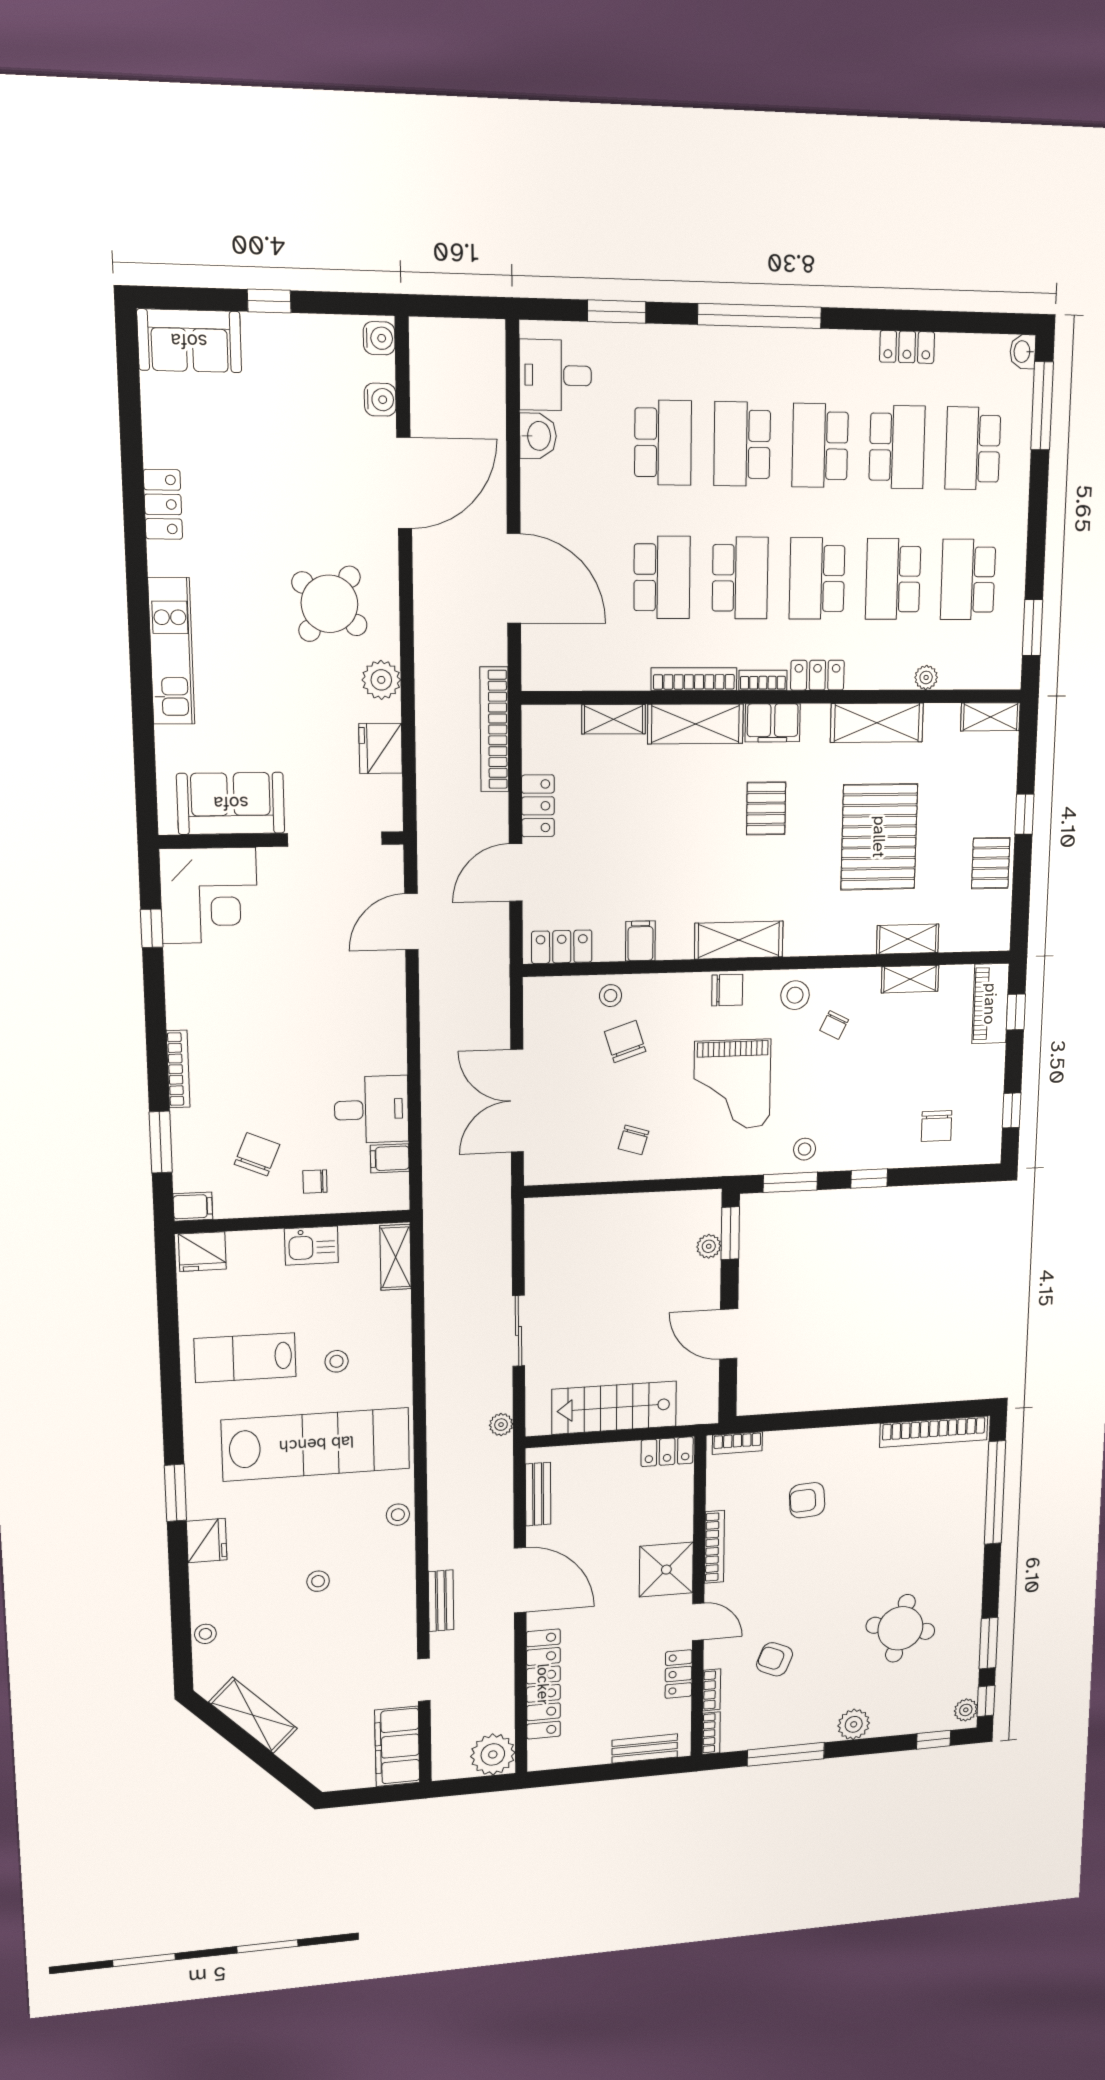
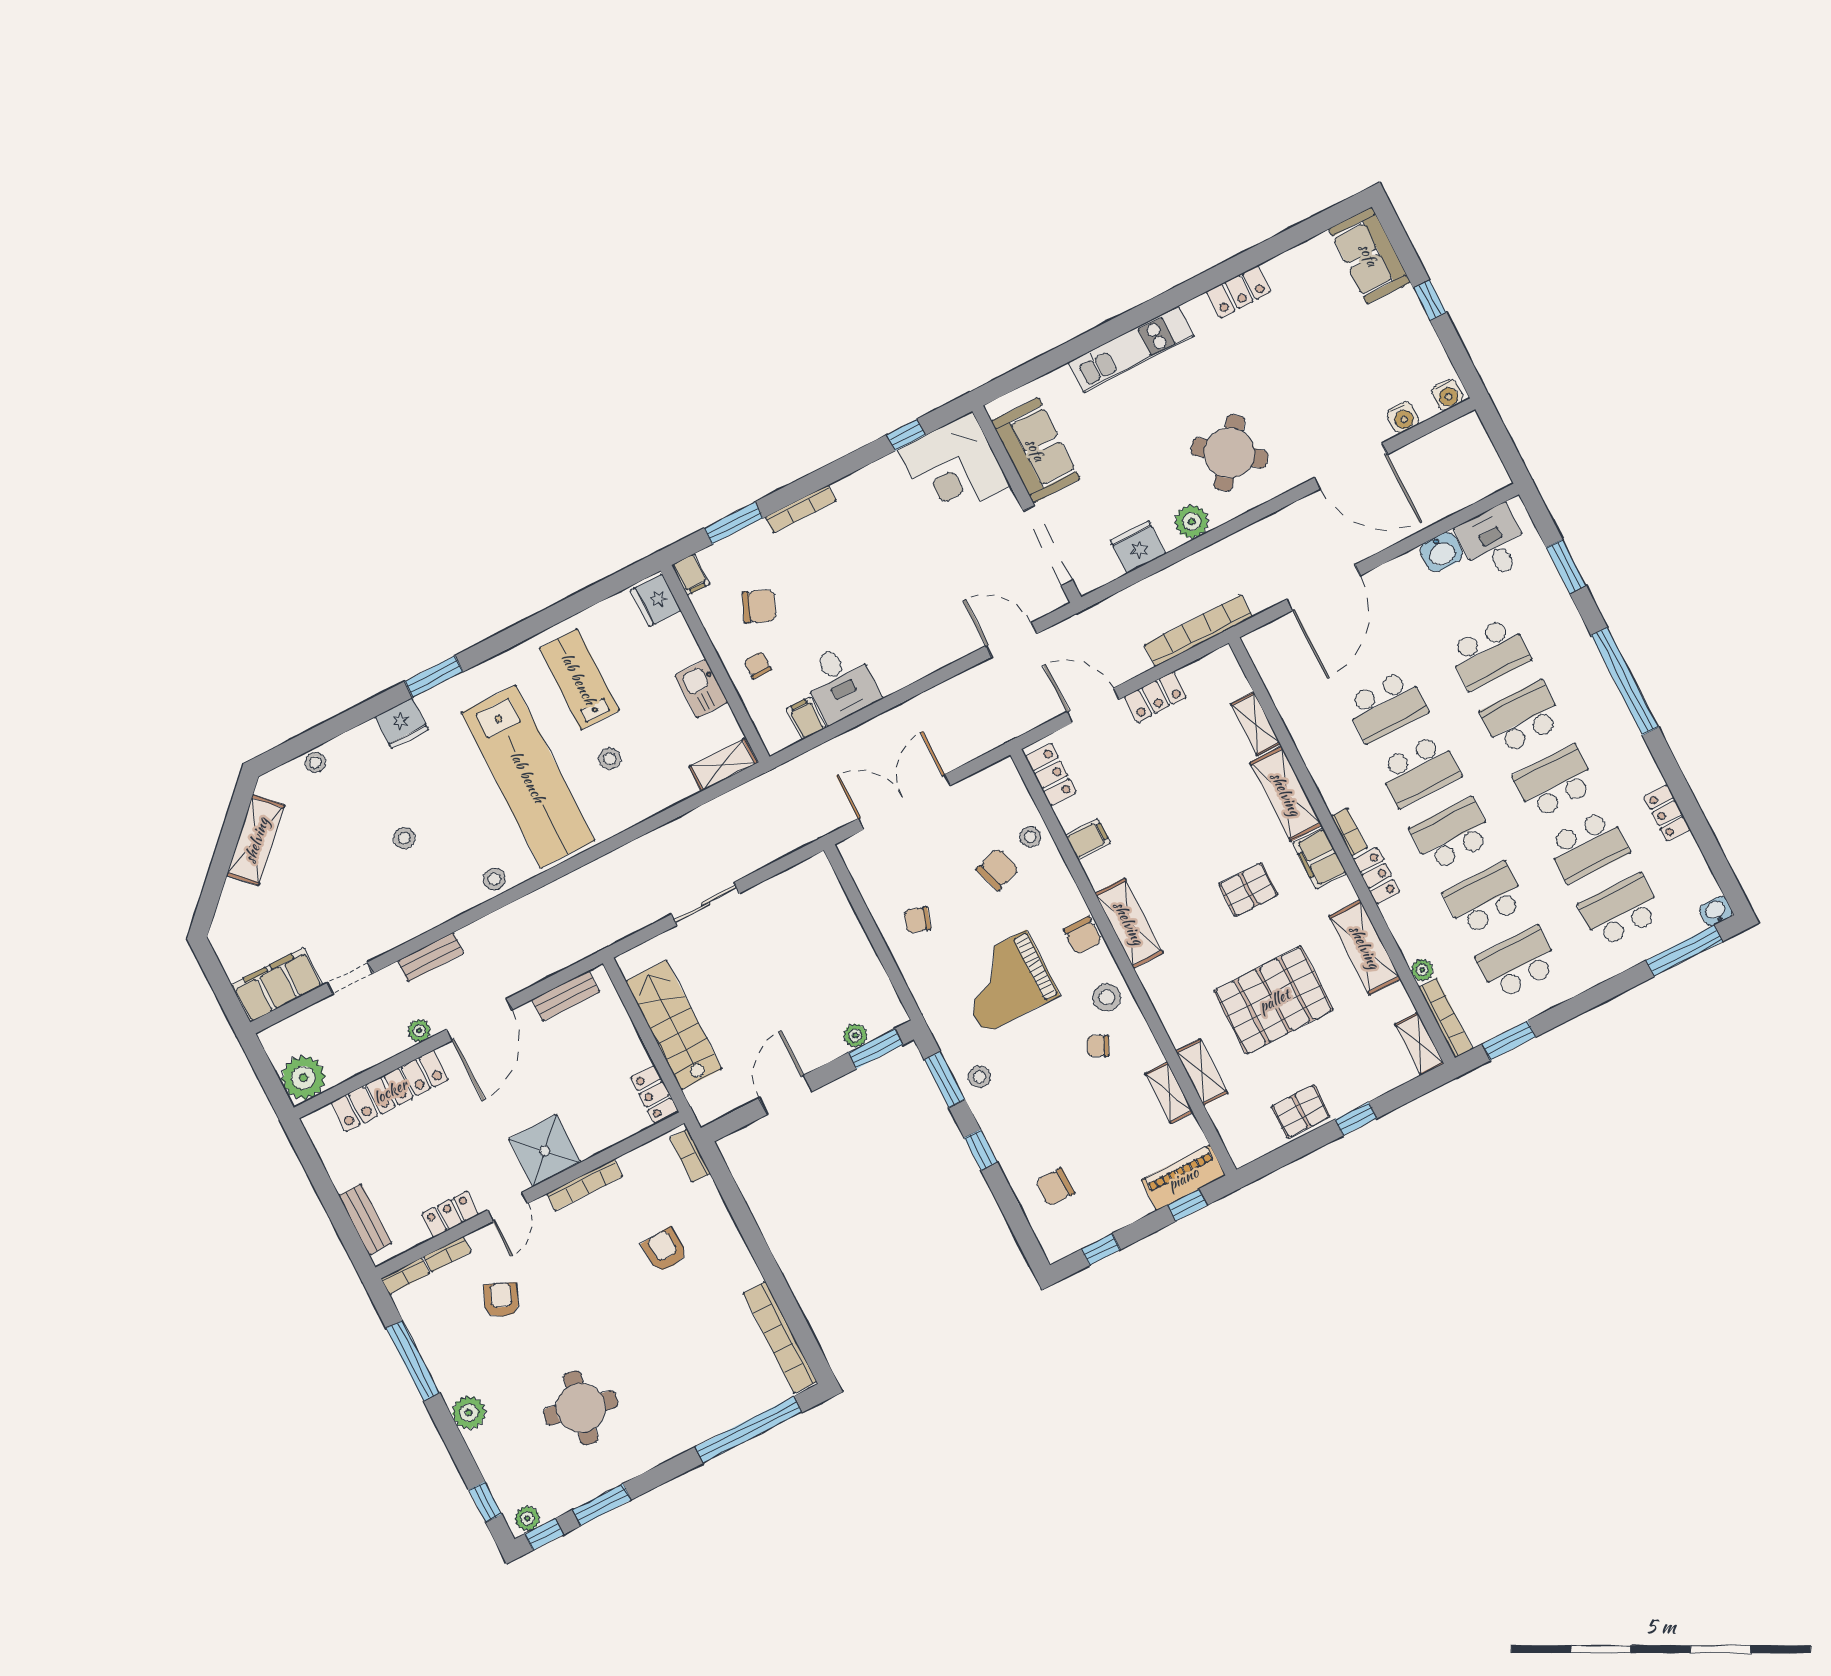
bookcase: (694, 679) -> (1446, 1018), moved
plant: (501, 1425) -> (419, 1031), moved

